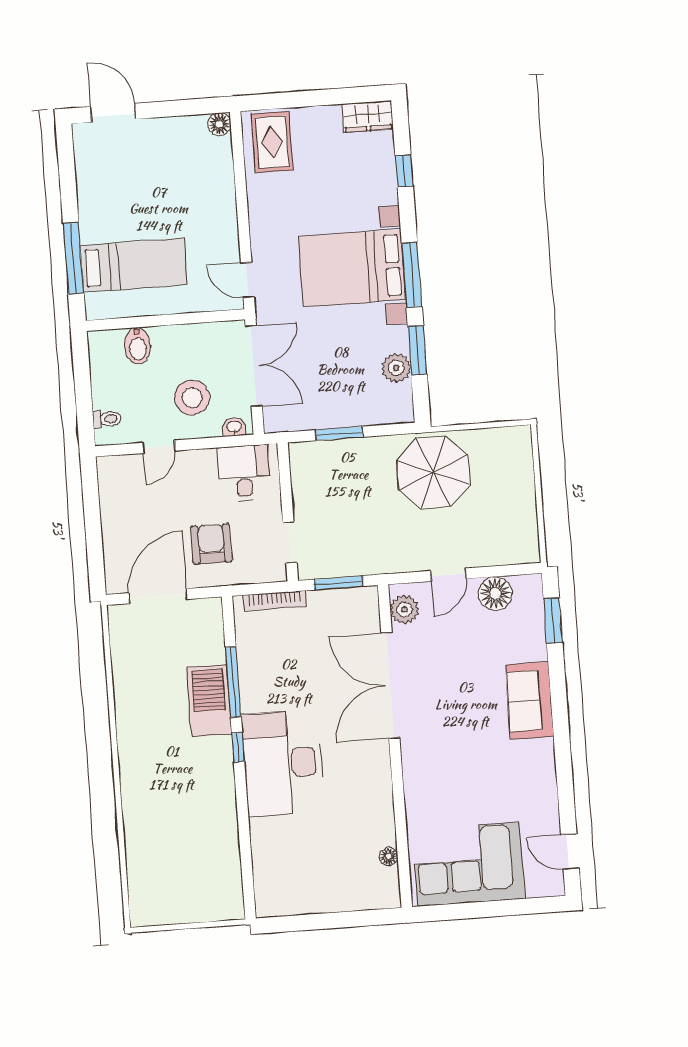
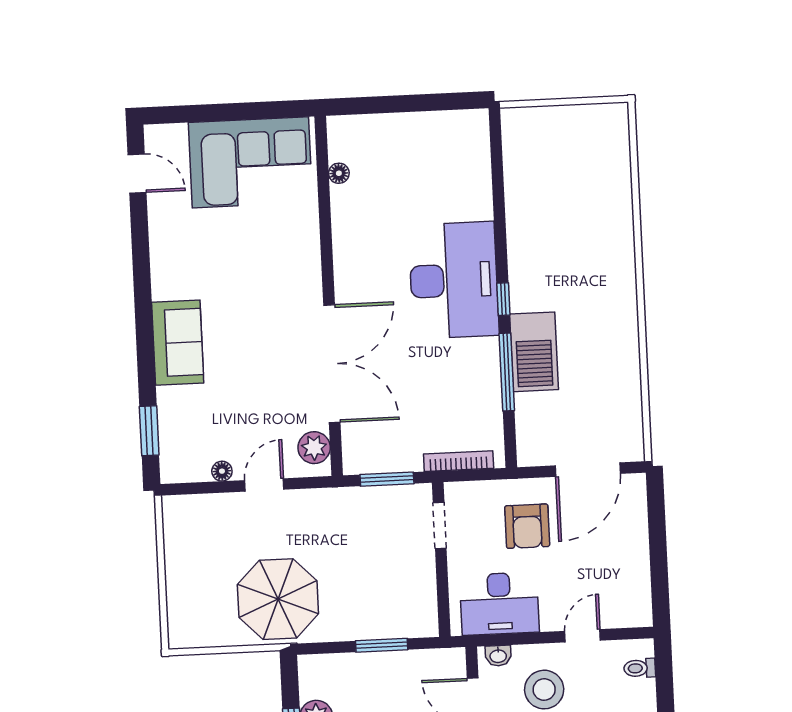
desk: (244, 473) -> (499, 604), width x1.37
floor lamp: (495, 594) -> (222, 471), width x0.53, depth x0.53

